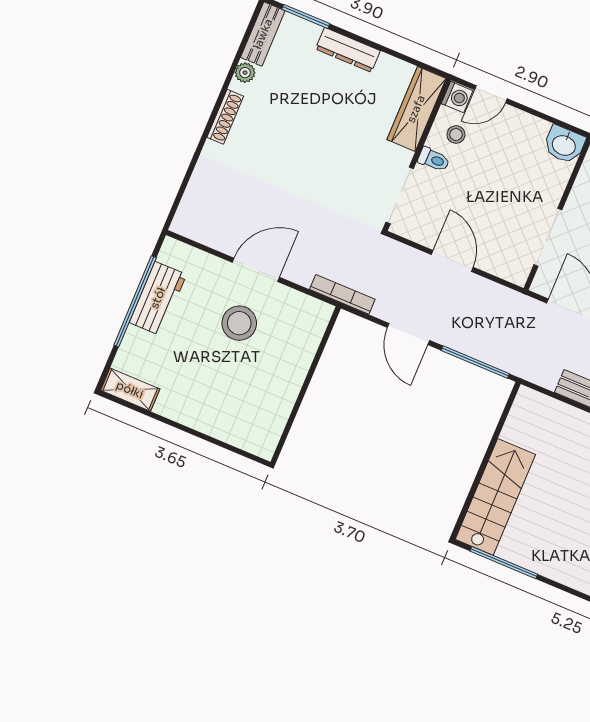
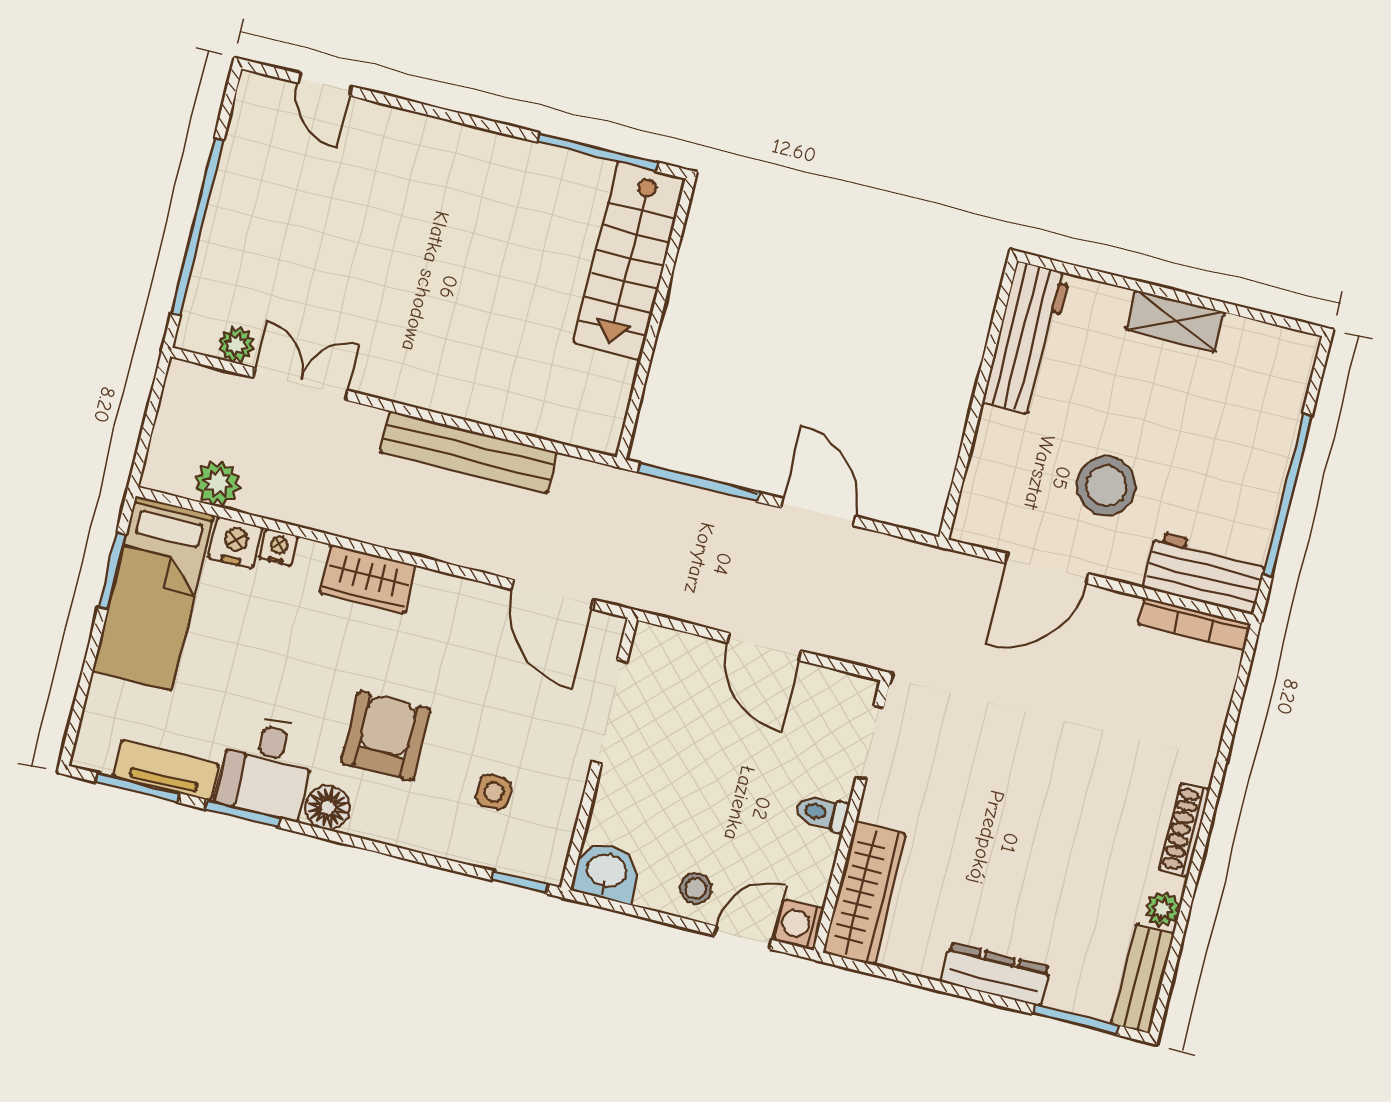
stool: (456, 135) -> (696, 888), moved
doorway: (400, 195) -> (870, 743), width x0.73
door: (256, 270) -> (1047, 569), moved
bookcase: (342, 294) -> (1194, 624), moved
workbench: (158, 298) -> (1205, 573), moved, turned 90
shelving: (130, 390) -> (1175, 321), moved
workbench: (272, 416) -> (1026, 339), added

